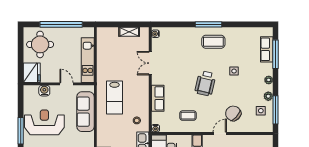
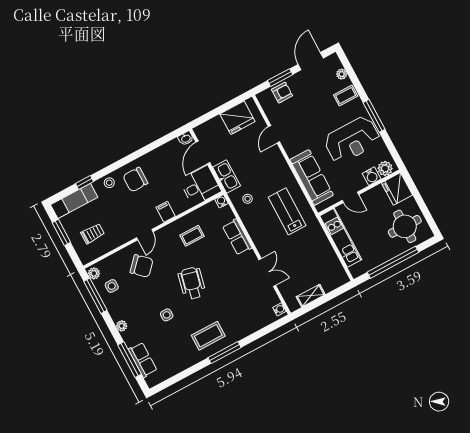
plant: (32, 91) -> (385, 168), added
plant: (268, 96) -> (94, 273), moved

